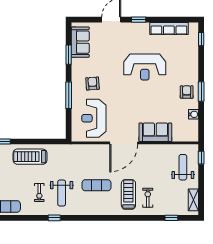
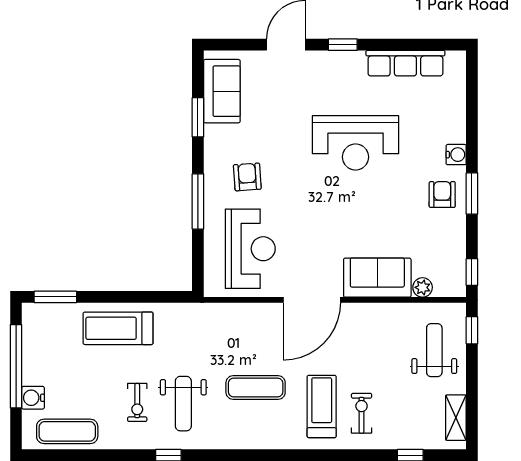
window: (201, 39) -> (472, 272), moved
water cooler: (193, 114) -> (456, 155), moved
reception desk: (94, 118) -> (250, 249), turned 180
plant: (177, 137) -> (423, 287), added

